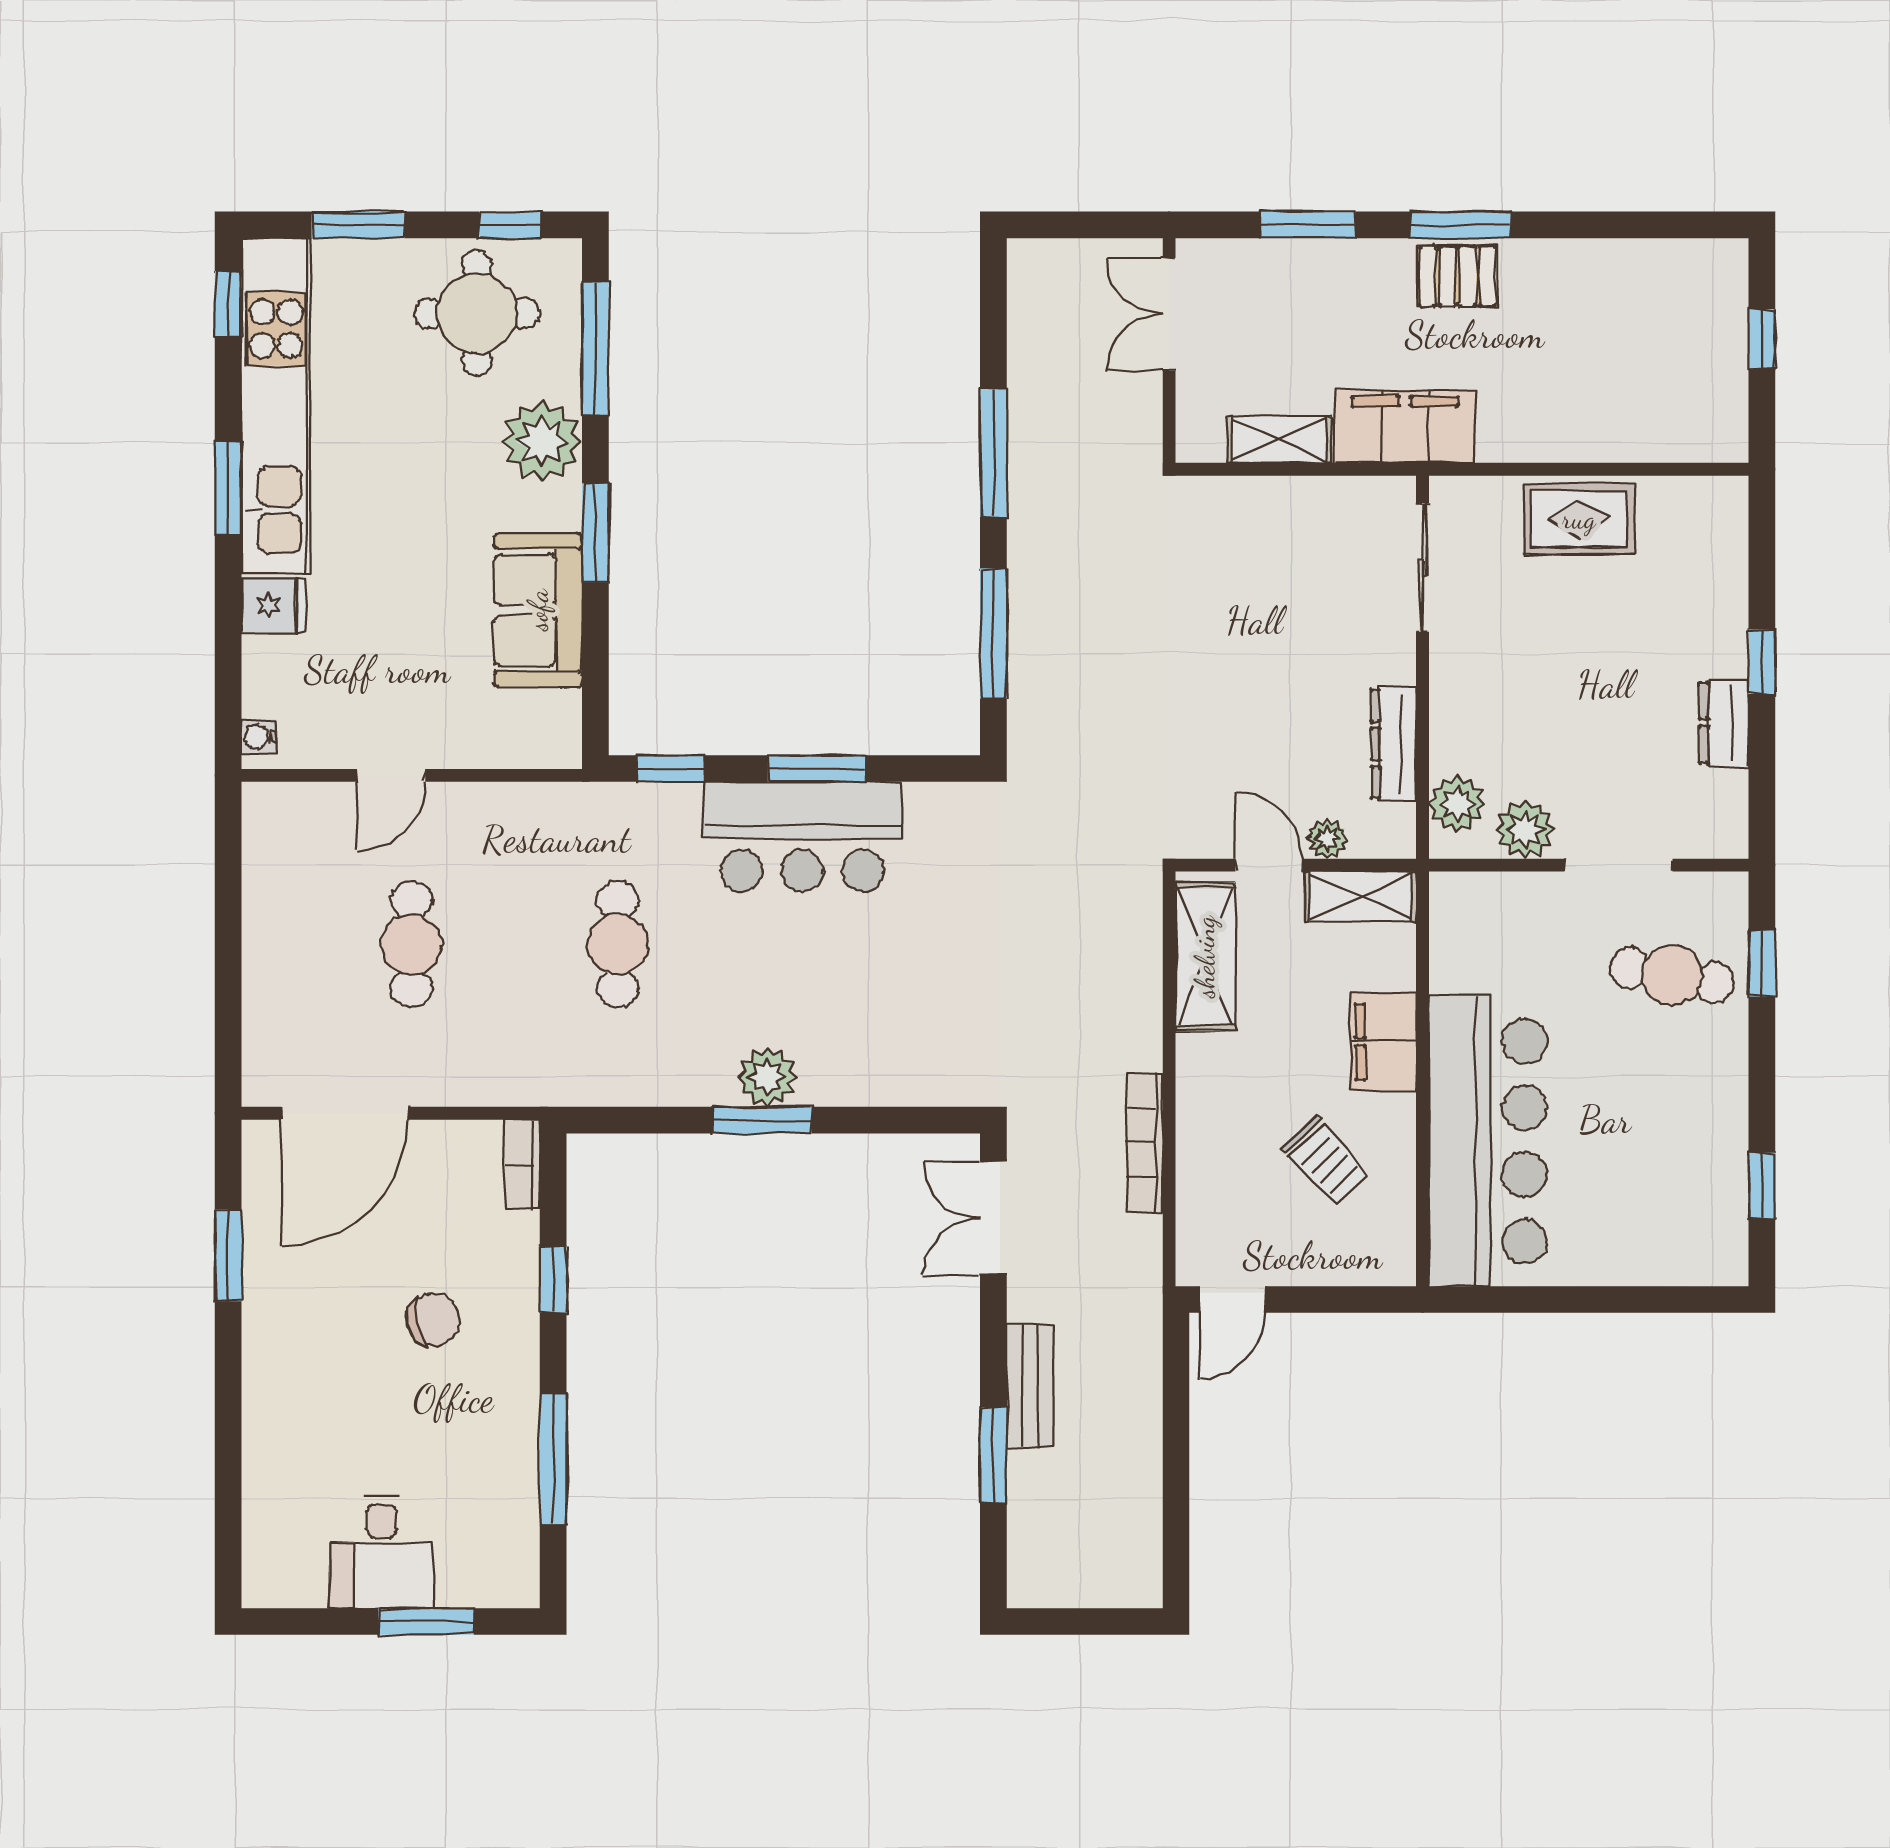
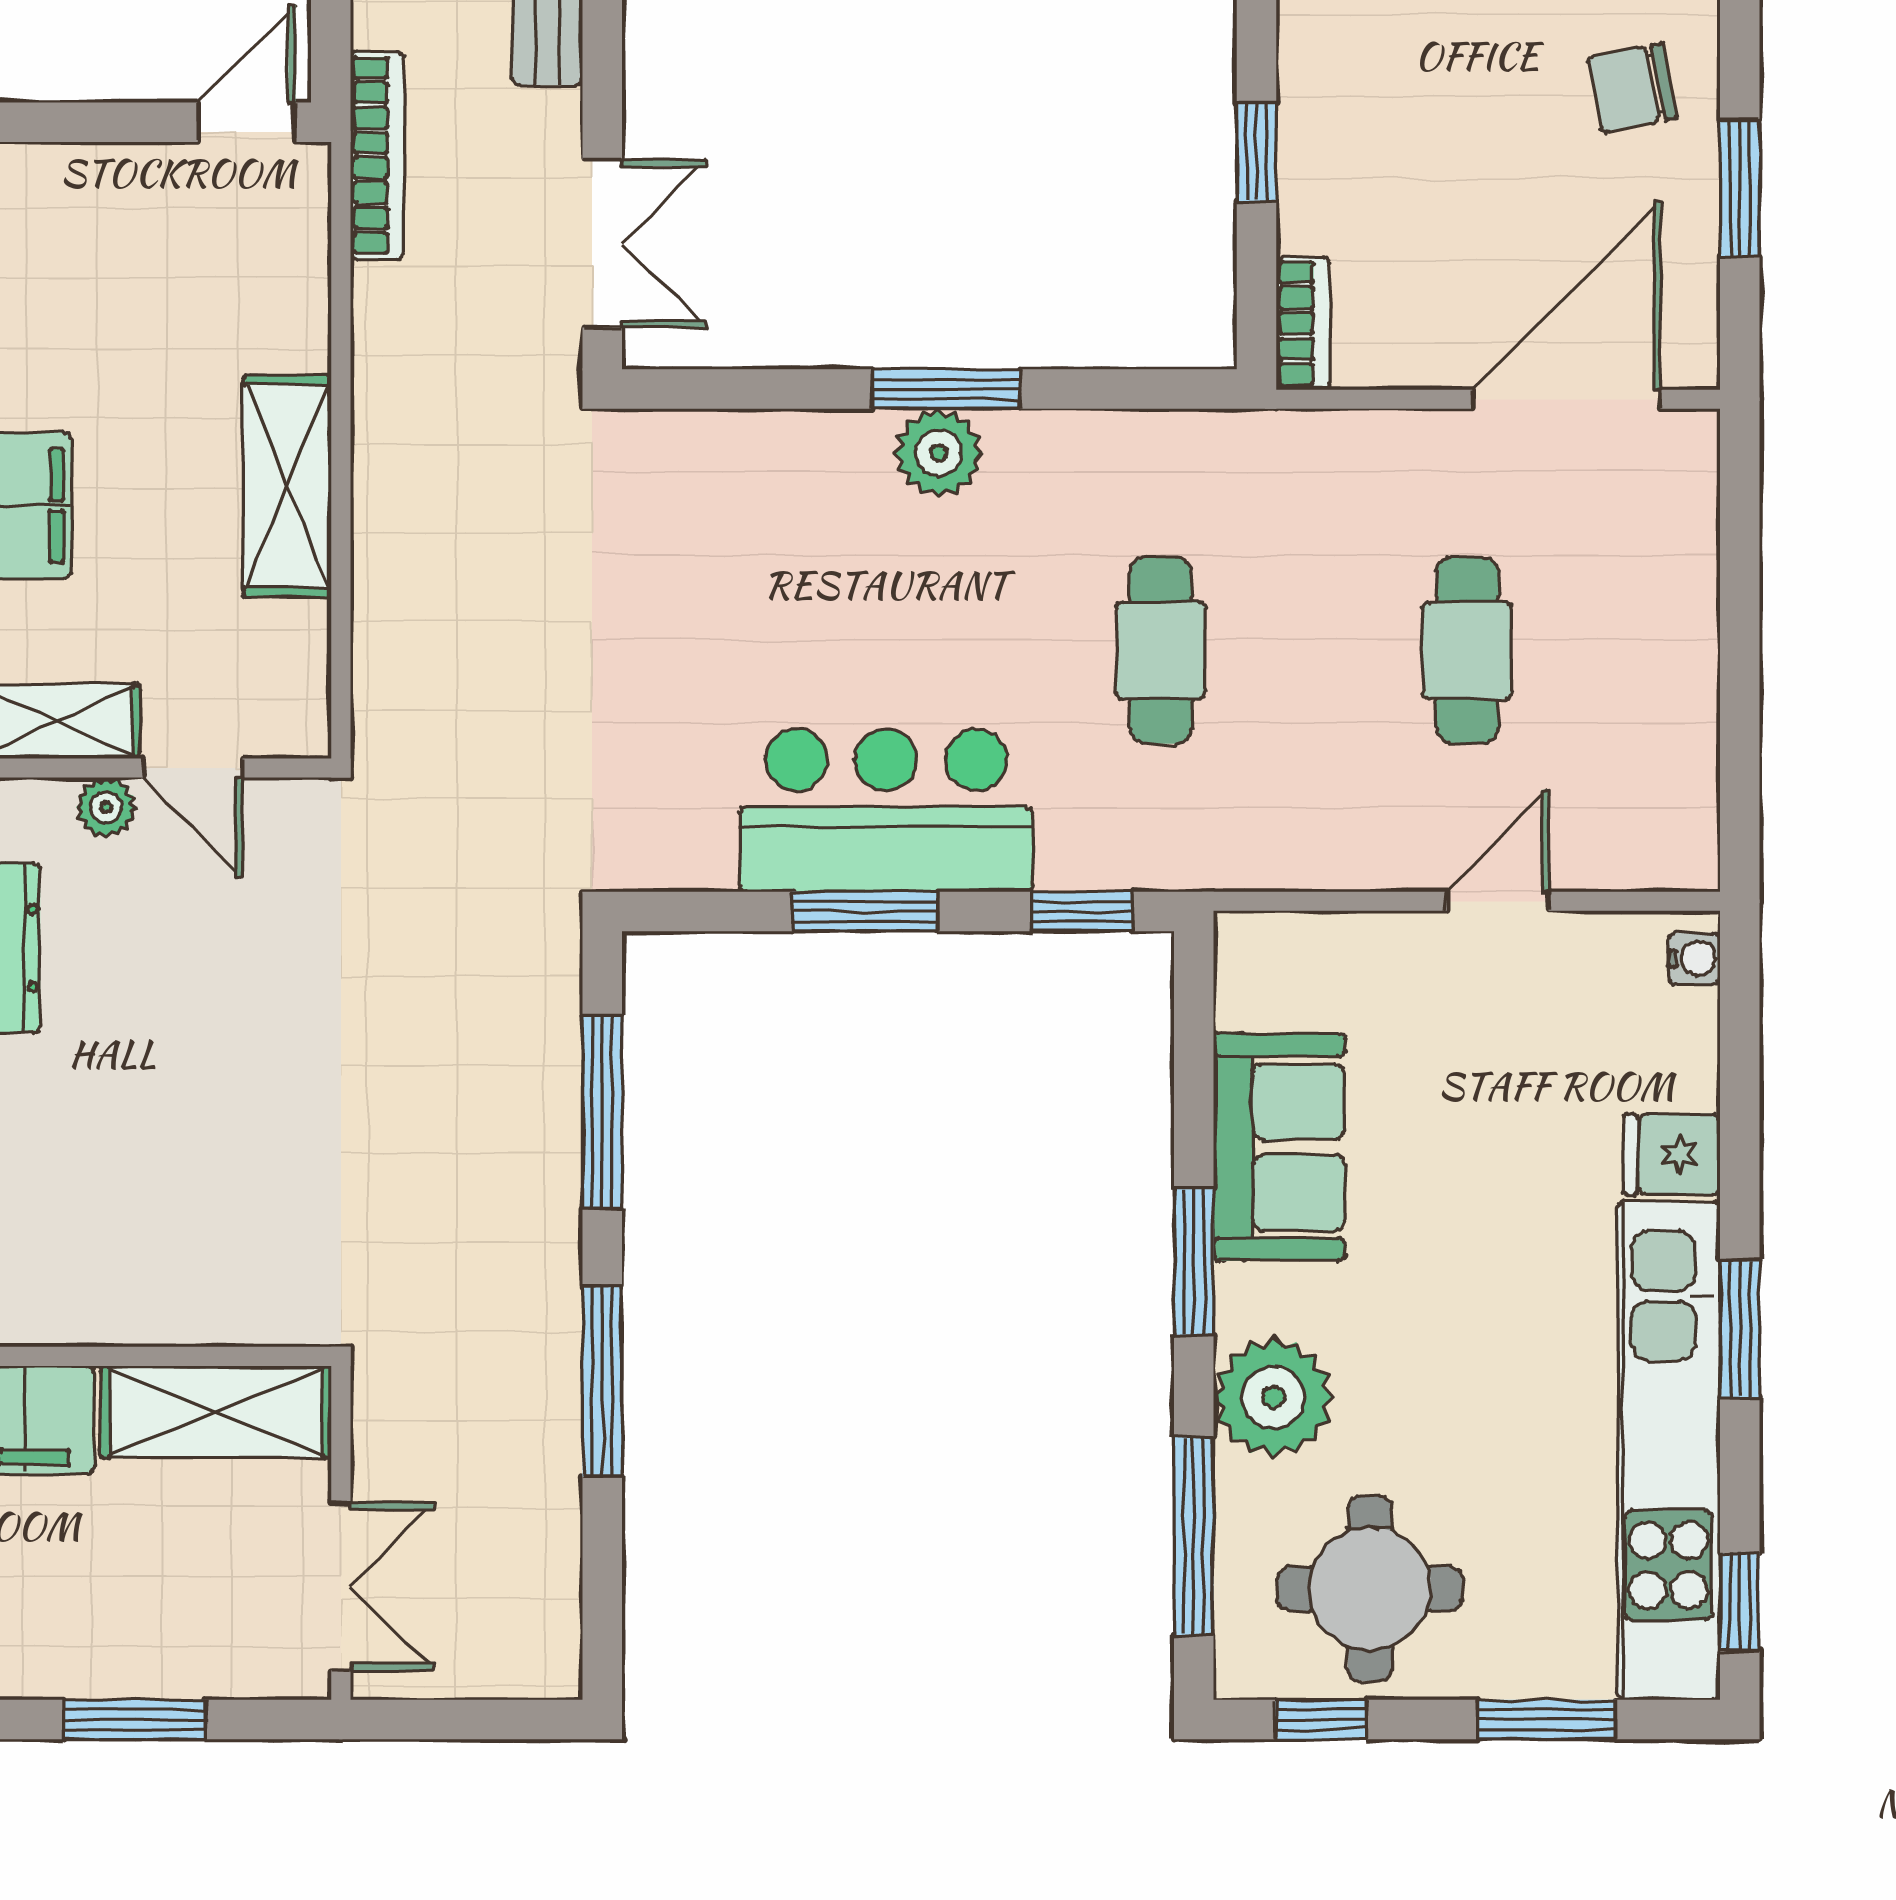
shelving: (1279, 440) -> (216, 1412), width x1.50, depth x1.33
shelving: (1205, 957) -> (287, 486), moved
bookcase: (1145, 1143) -> (377, 155), moved
trolley: (1326, 1161) -> (107, 328), removed
chair: (433, 1320) -> (1632, 88), moved

